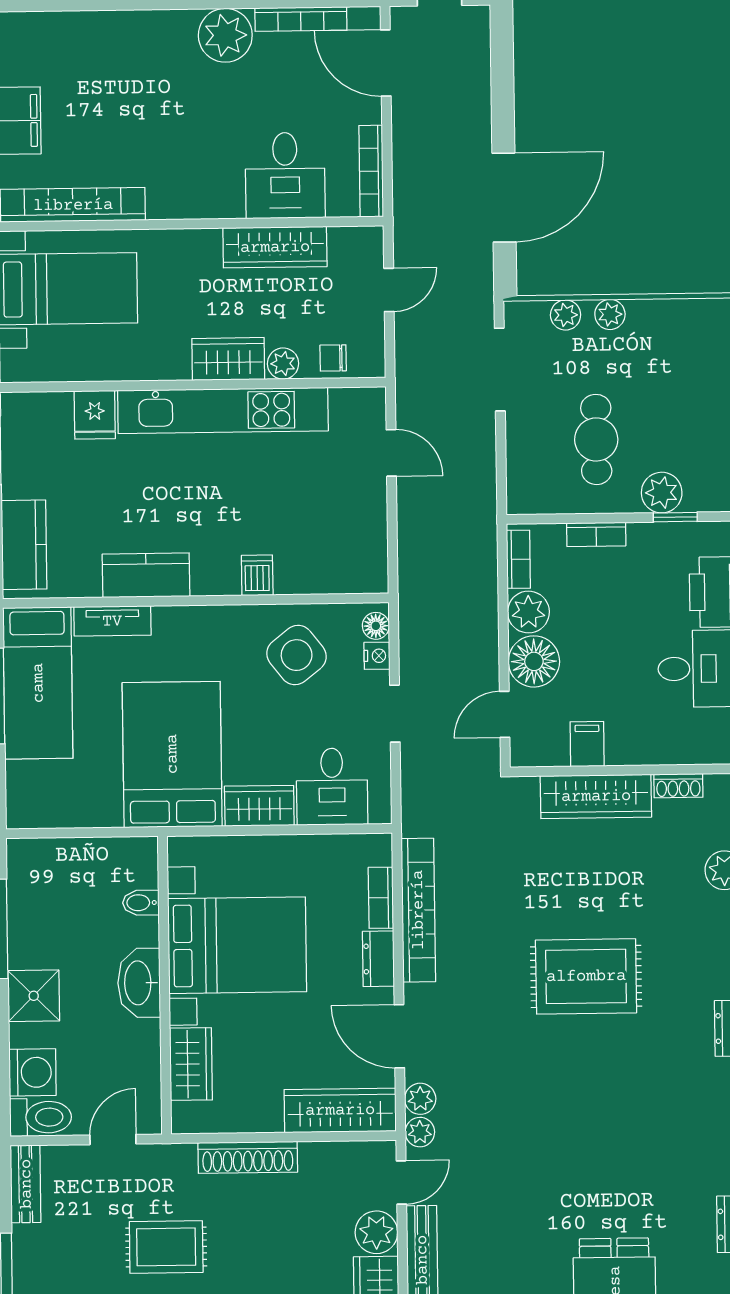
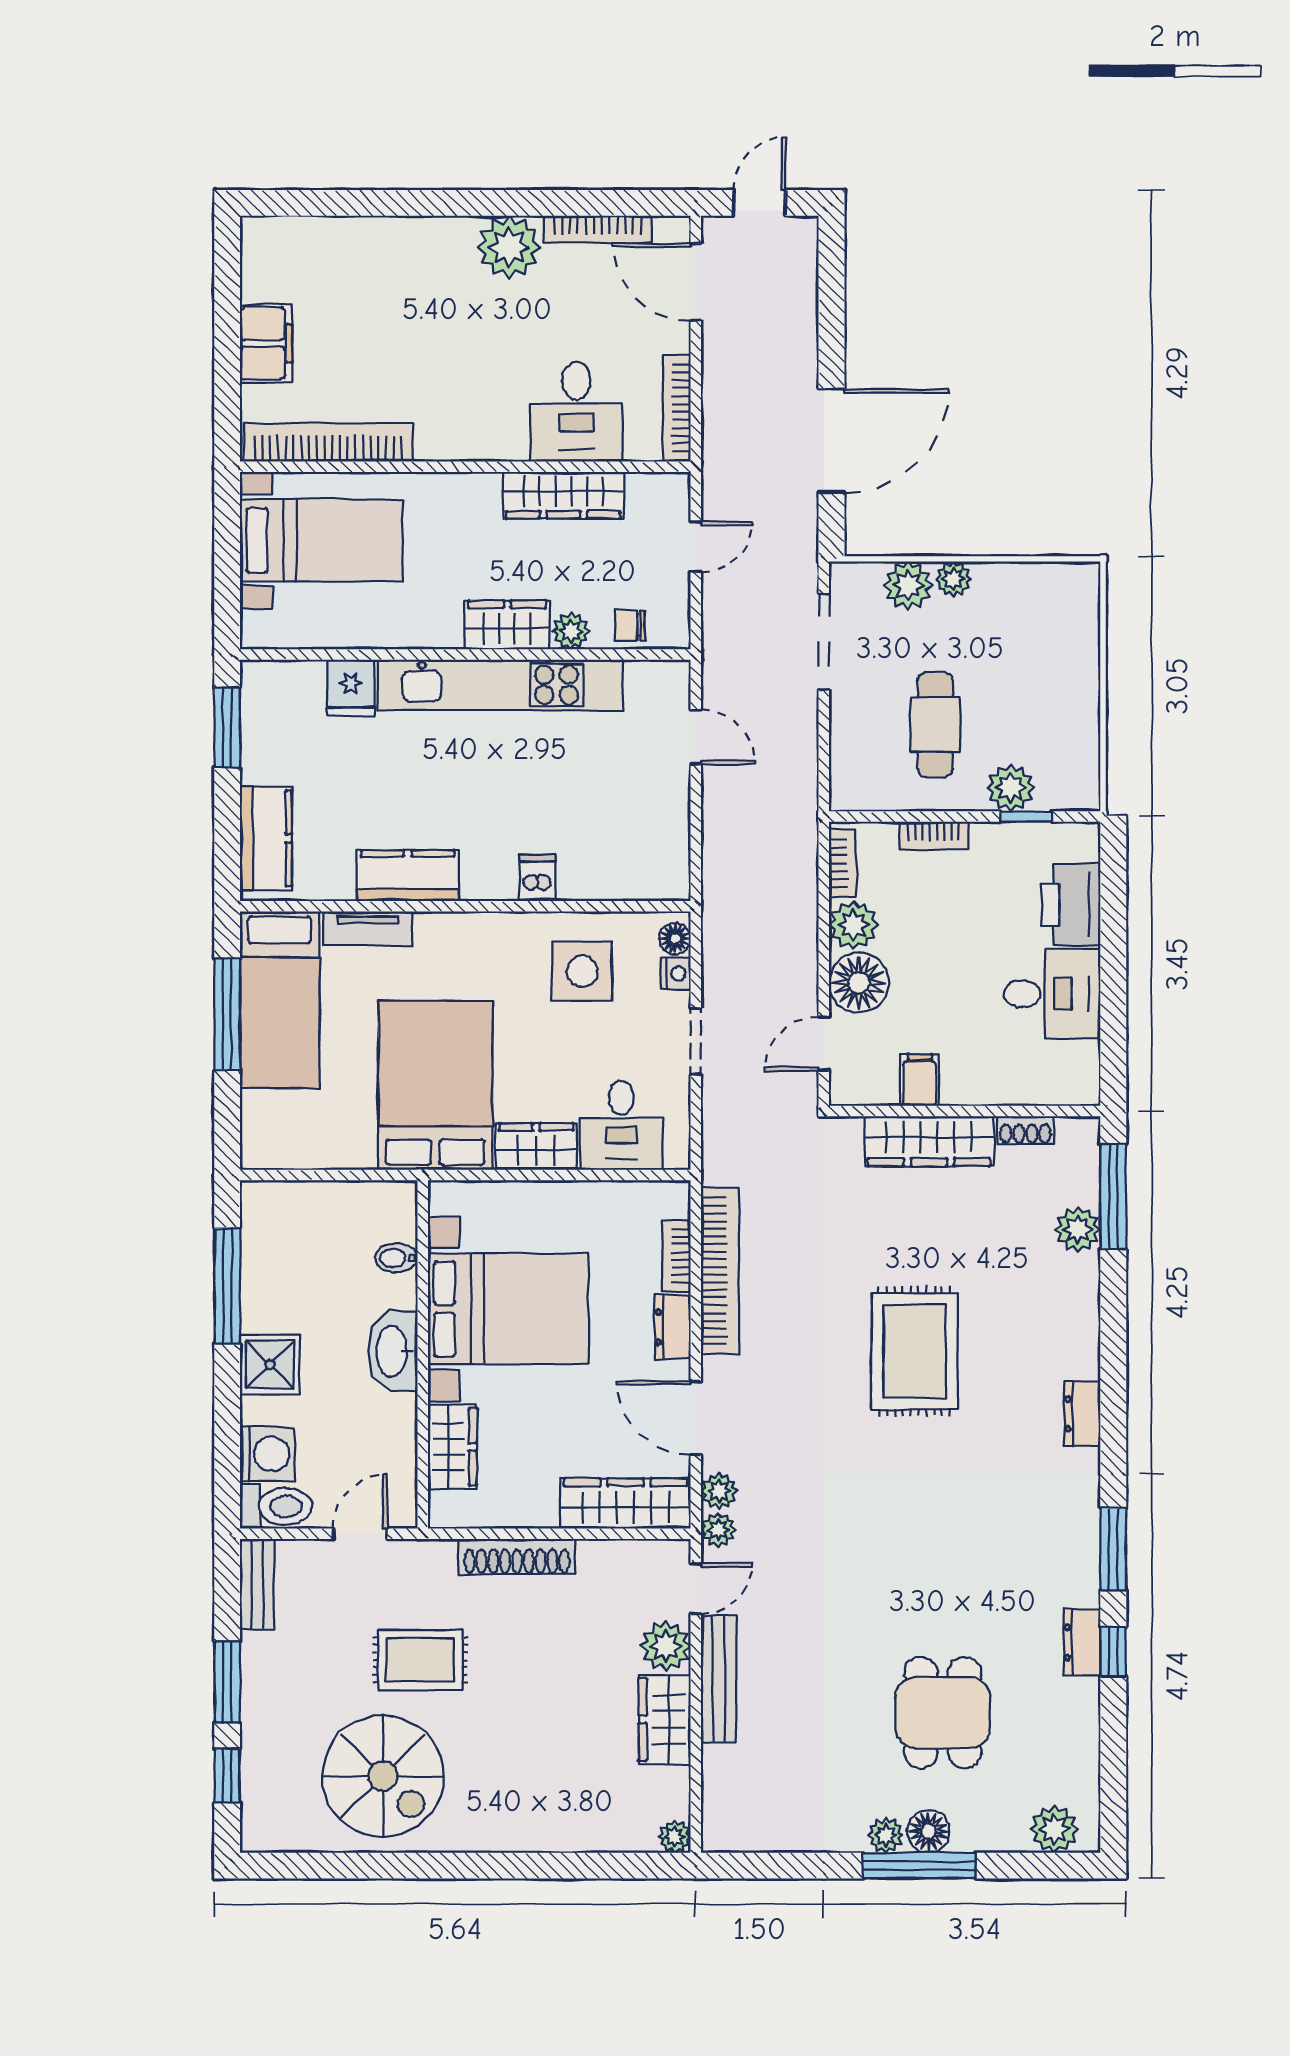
plant: (566, 315) -> (908, 586), width x1.38, depth x1.38
side table: (297, 655) -> (582, 971), turned 38
rug: (586, 976) -> (915, 1351), turned 90

